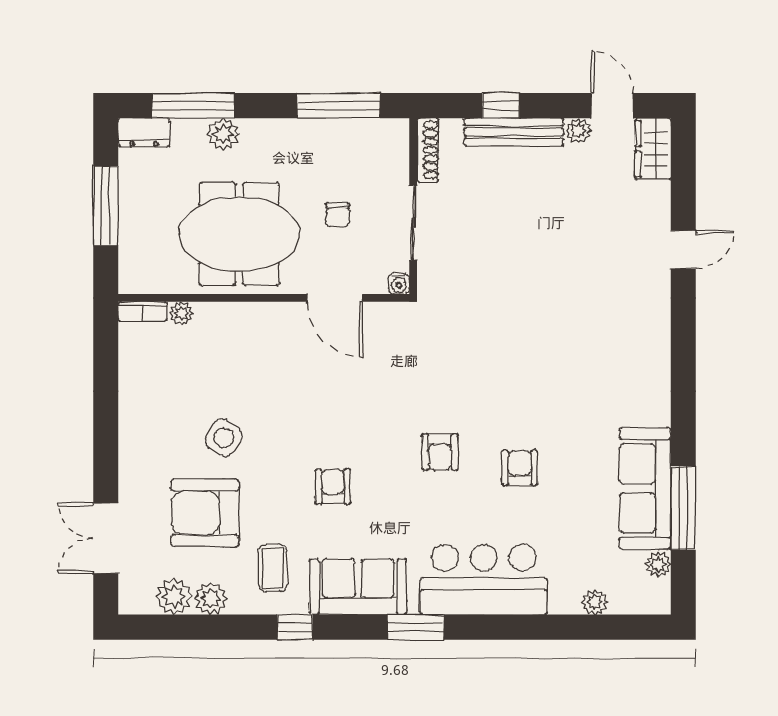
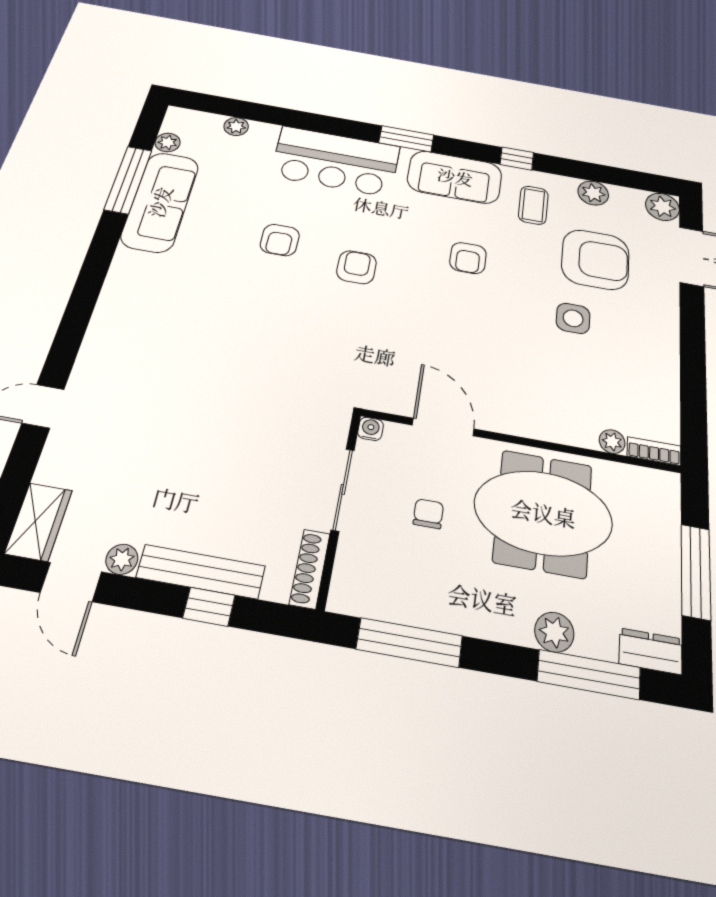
side table: (224, 438) -> (573, 318), turned -32
plant: (174, 597) -> (662, 207), moved

